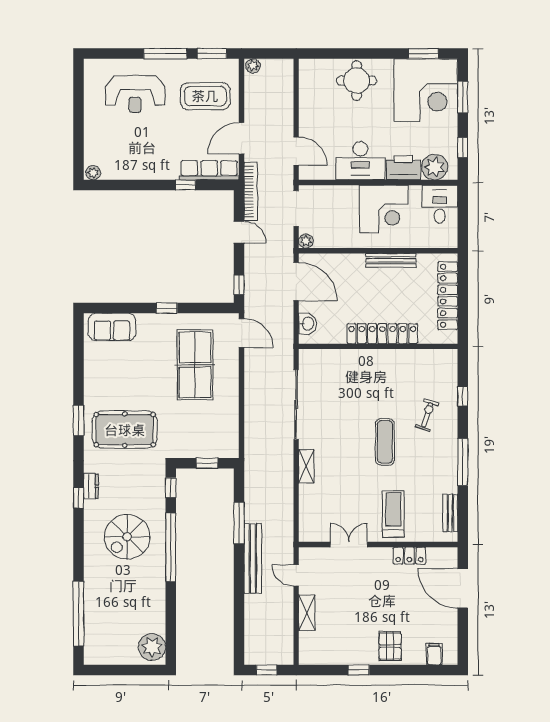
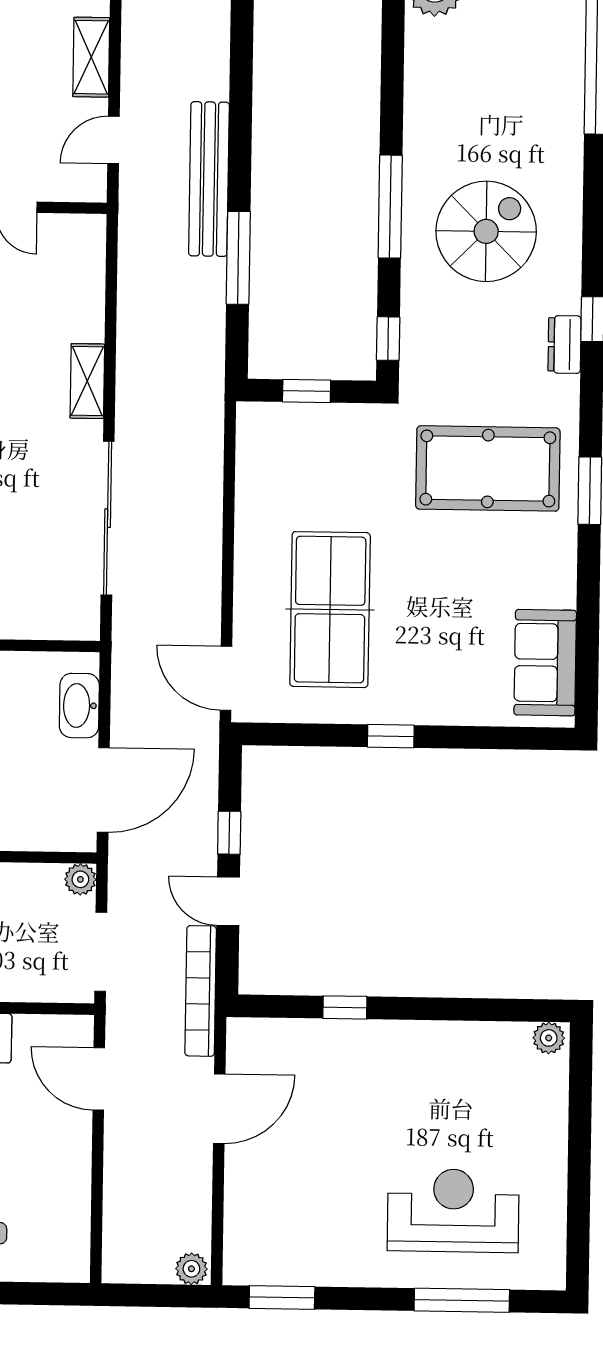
window: (165, 54) -> (462, 1300), moved
coffee table: (205, 96) -> (298, 1203), removed
row of seats: (209, 170) -> (292, 1039), removed
door: (296, 282) -> (103, 790), swing flipped
window: (239, 285) -> (229, 833), moved
washbasin: (308, 324) -> (79, 706), width x1.38
sofa: (112, 327) -> (545, 663), moved, turned -90
window: (171, 547) -> (390, 207), width x0.68
door: (296, 575) -> (114, 140), swing flipped

